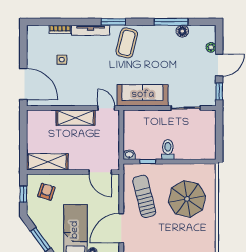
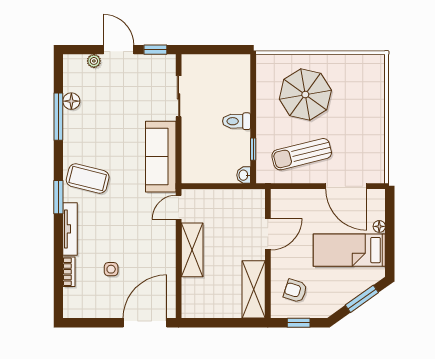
door: (100, 172) -> (268, 234), moved

